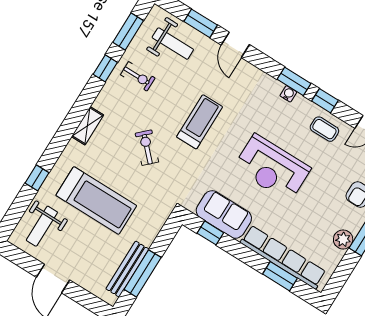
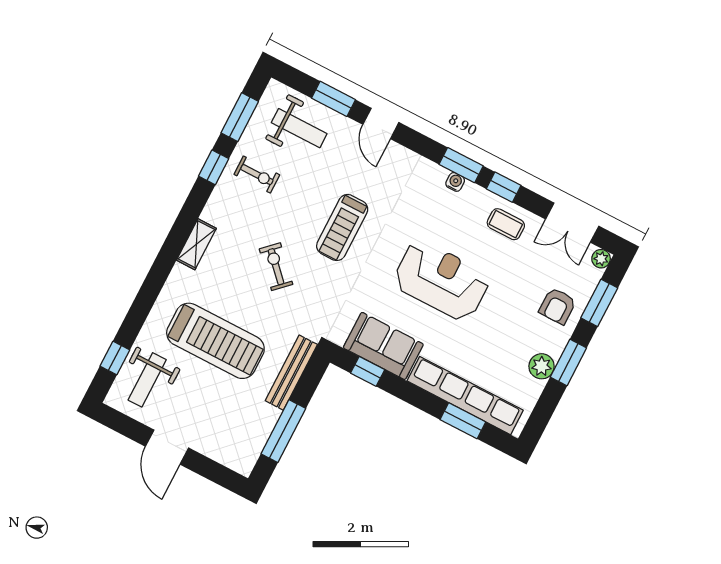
treadmill: (200, 122) -> (342, 228), turned 180
reception desk: (272, 168) -> (441, 280), turned 180
window: (37, 178) -> (115, 358), moved
bench: (127, 269) -> (291, 373), moved

